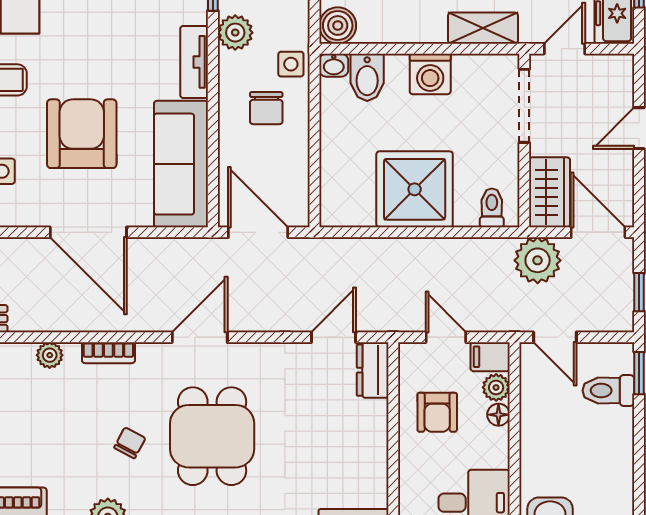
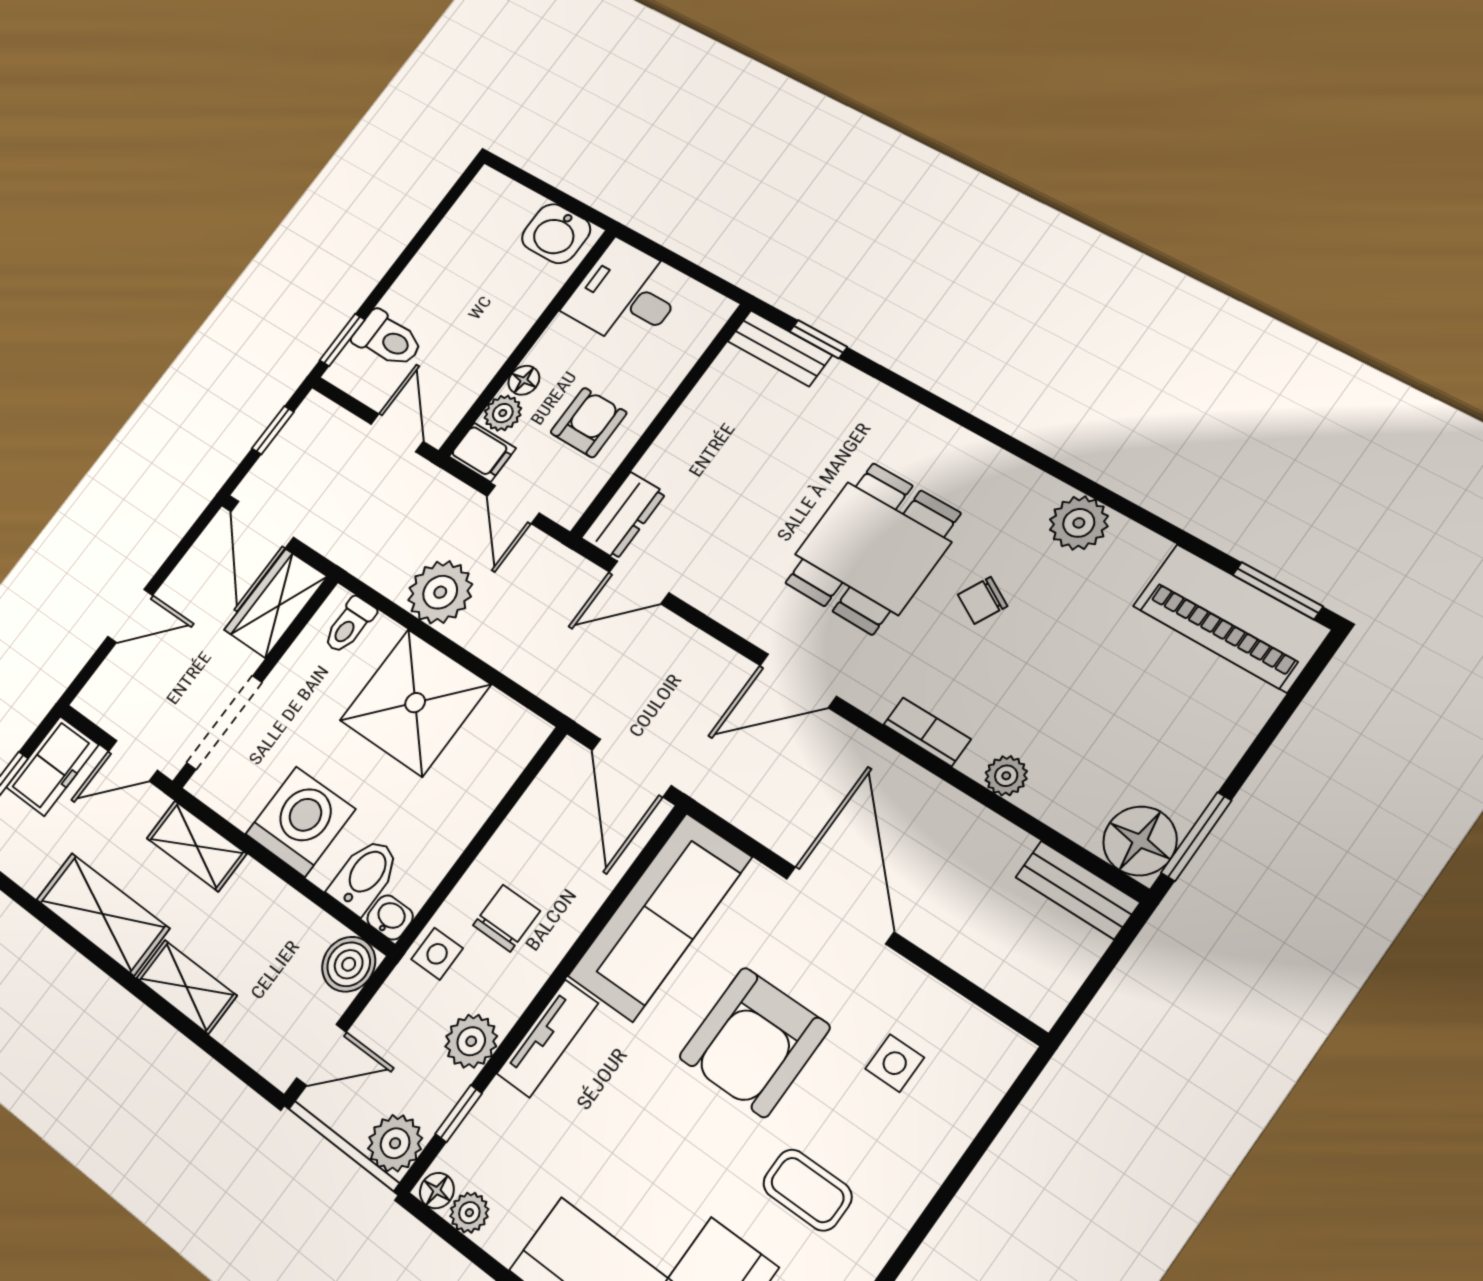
washing machine: (430, 74) -> (300, 822), width x1.37, depth x1.37
plant: (538, 260) -> (440, 592), moved

